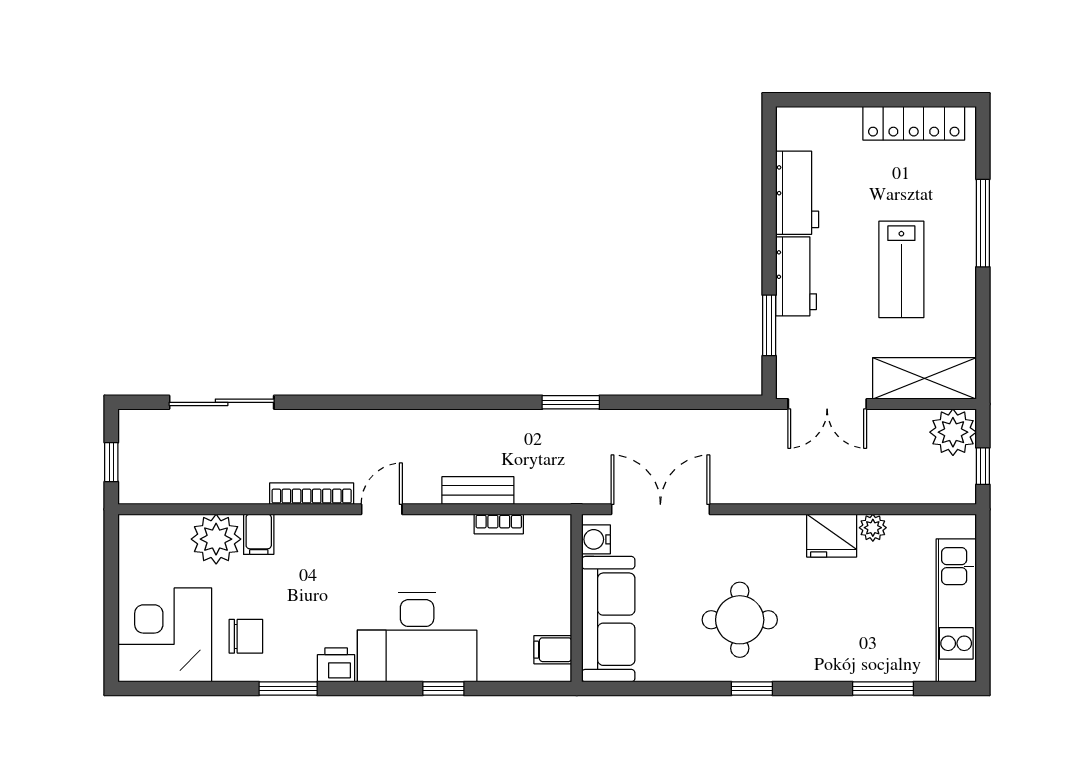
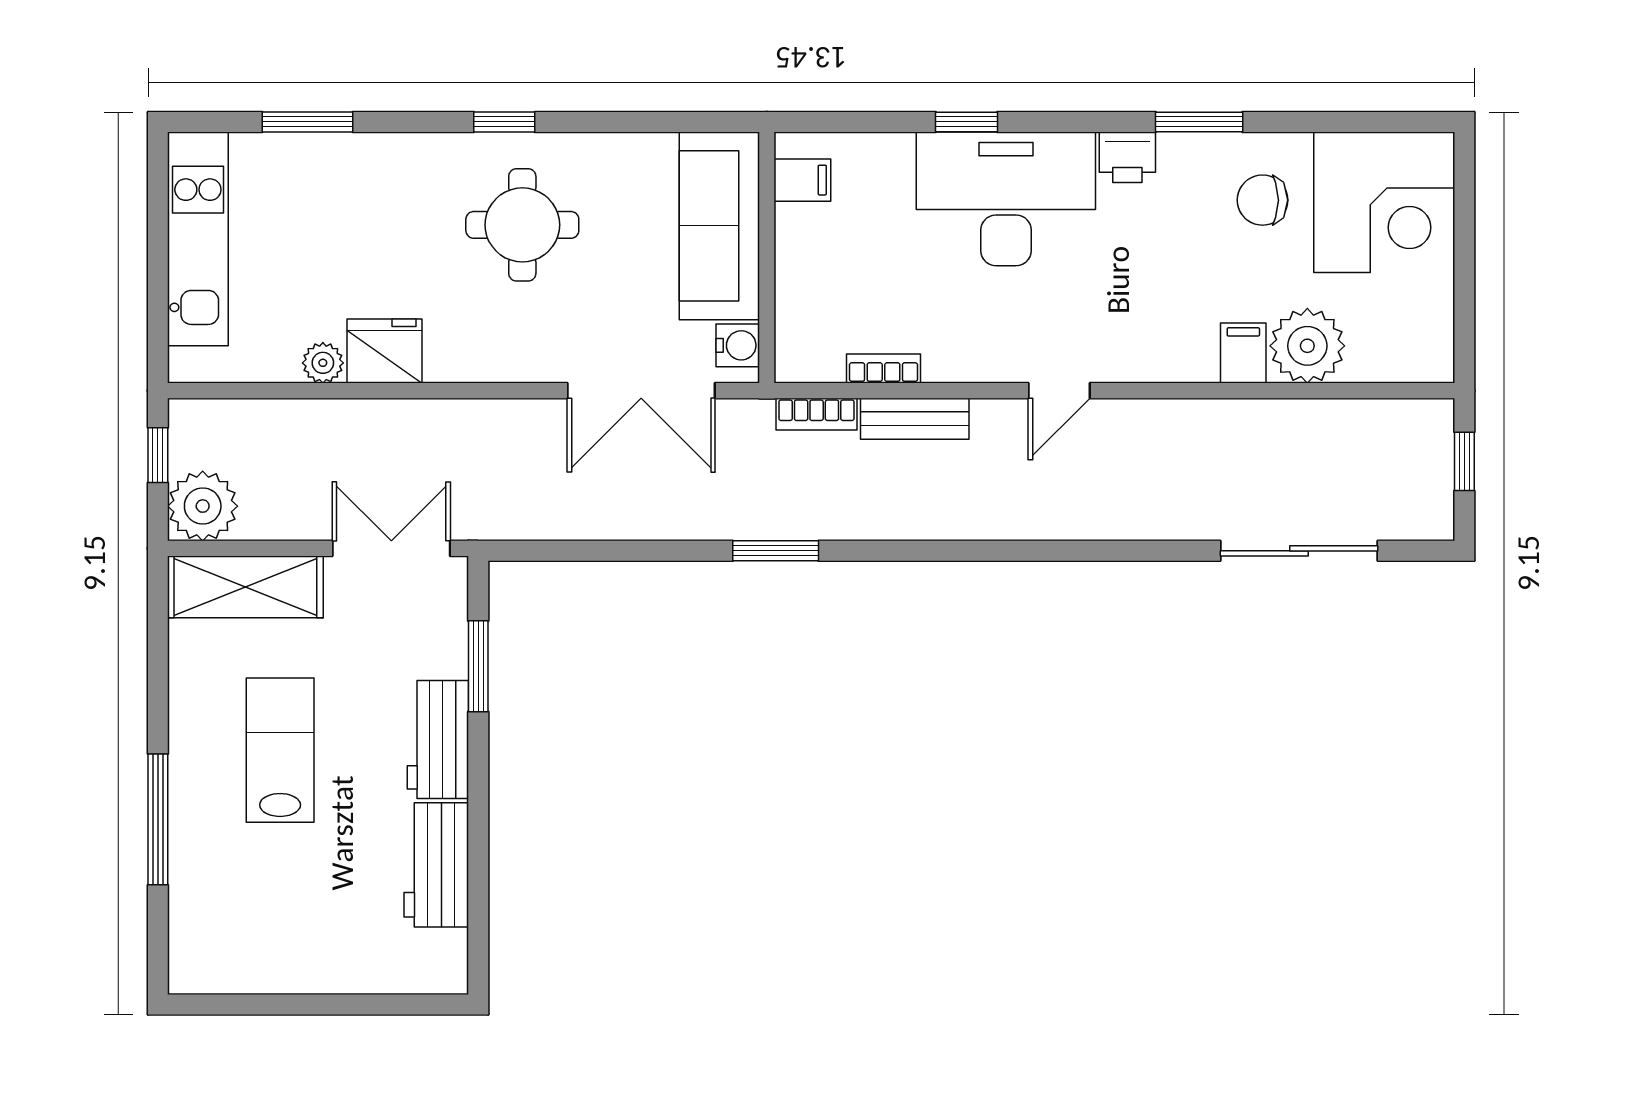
locker: (914, 123) -> (262, 969), removed
bookcase: (312, 494) -> (817, 414), moved, width x0.64

